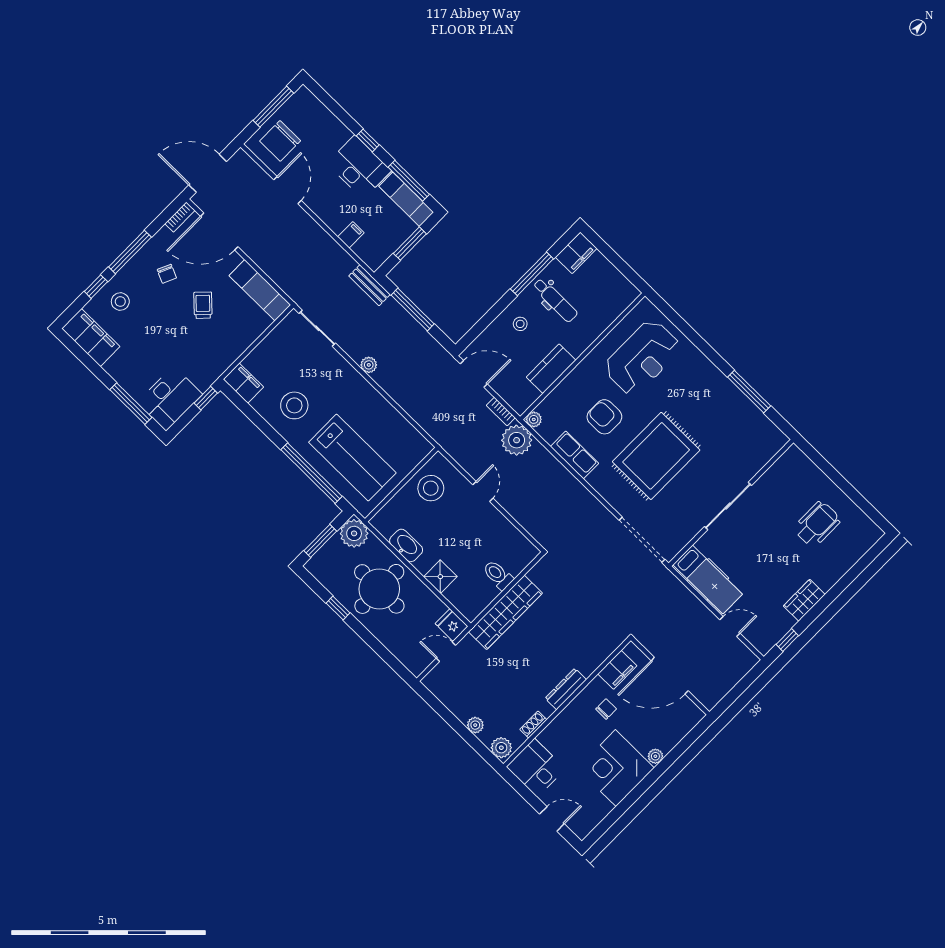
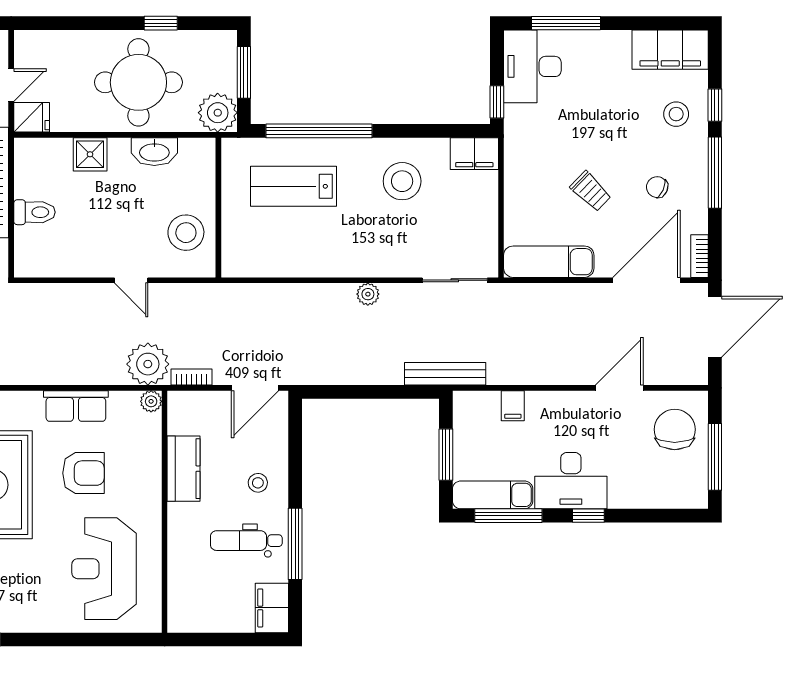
door: (287, 190) -> (619, 388), swing flipped
bench: (370, 285) -> (445, 374), width x1.36
window: (413, 309) -> (379, 392), removed
lab bench: (352, 458) -> (294, 186), width x0.73, depth x0.72

